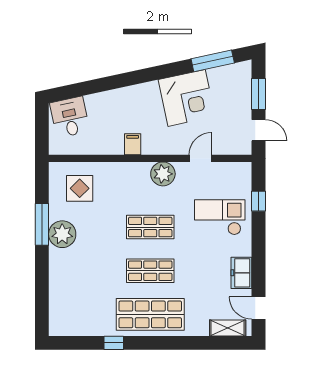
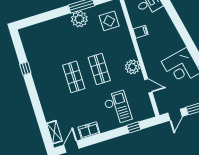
filing cabinet: (133, 144) -> (141, 32), moved
shop shelf: (150, 314) -> (48, 85), removed

